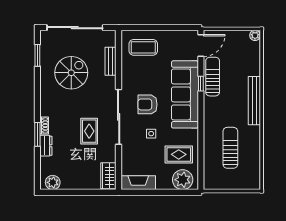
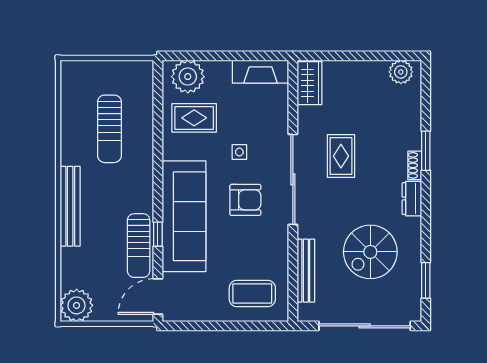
plant: (255, 35) -> (77, 305), width x1.87, depth x1.87
bench: (111, 61) -> (306, 271), width x1.36
dresser: (46, 146) -> (412, 199), moved

